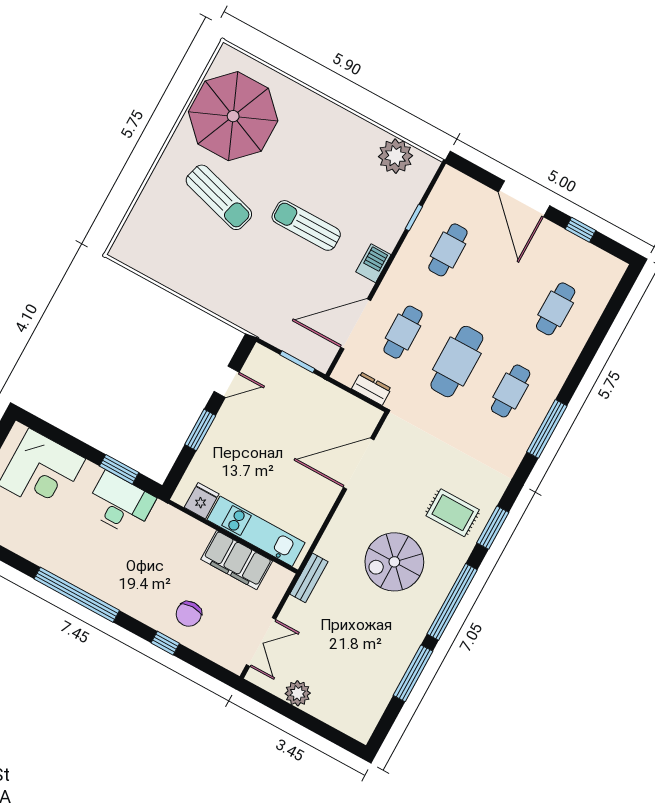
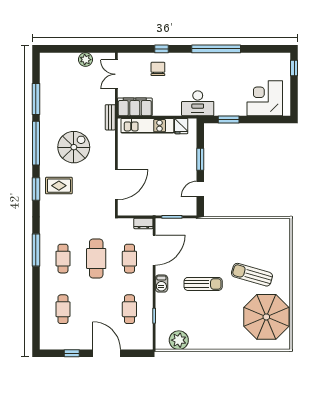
dresser: (371, 389) -> (143, 223), moved
desk: (120, 504) -> (198, 103), moved
filing cabinet: (237, 560) -> (135, 107), moved

